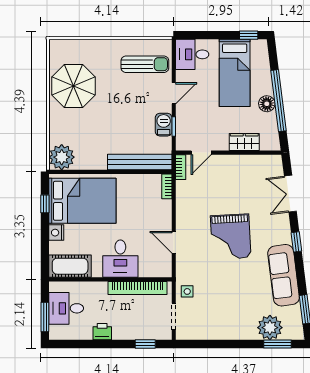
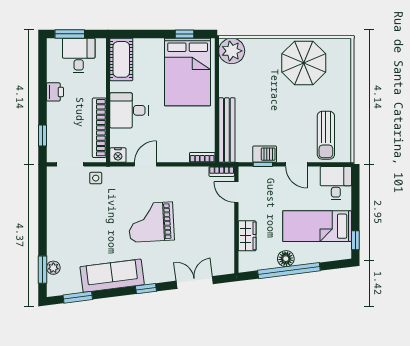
nightstand: (56, 233) -> (118, 155), moved, turned 180
plant: (270, 328) -> (53, 268), width x0.53, depth x0.53

